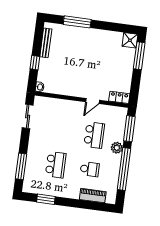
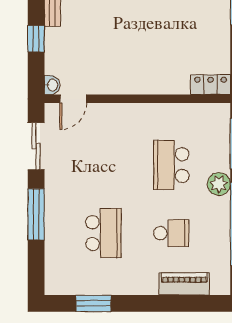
door: (93, 101) -> (73, 99), moved
school desk: (94, 135) -> (171, 165), turned 180
window: (21, 166) -> (36, 214), moved

